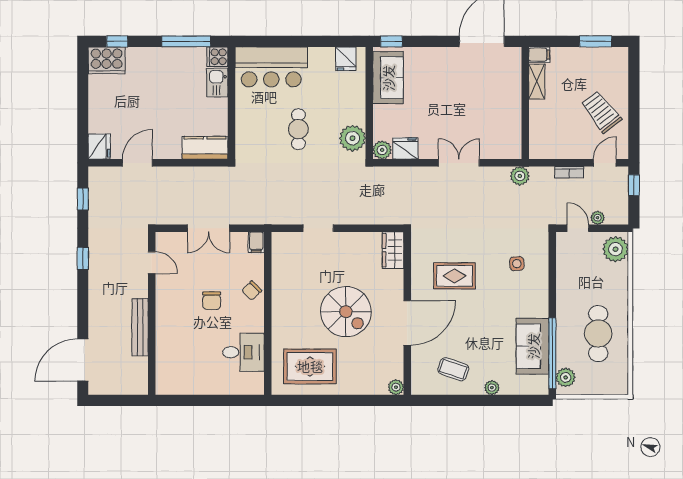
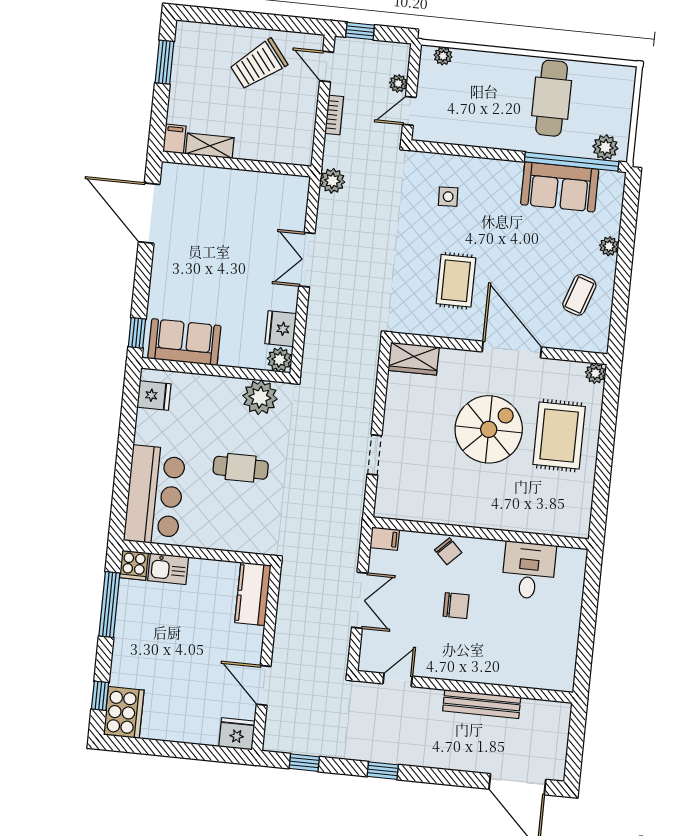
plant: (616, 249) -> (443, 56), width x0.53, depth x0.53
cafe table: (598, 333) -> (552, 98), turned 90
rug: (310, 366) -> (559, 436), moved

